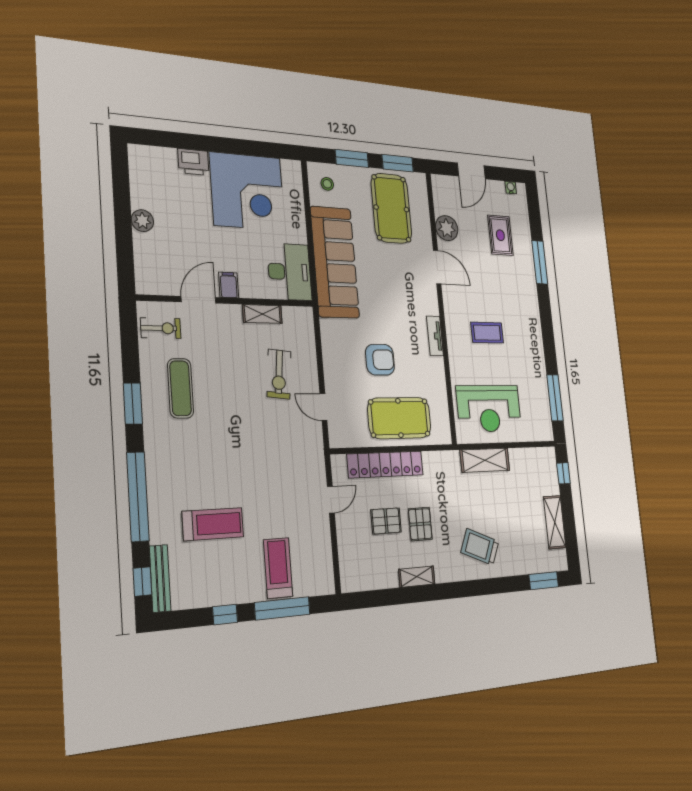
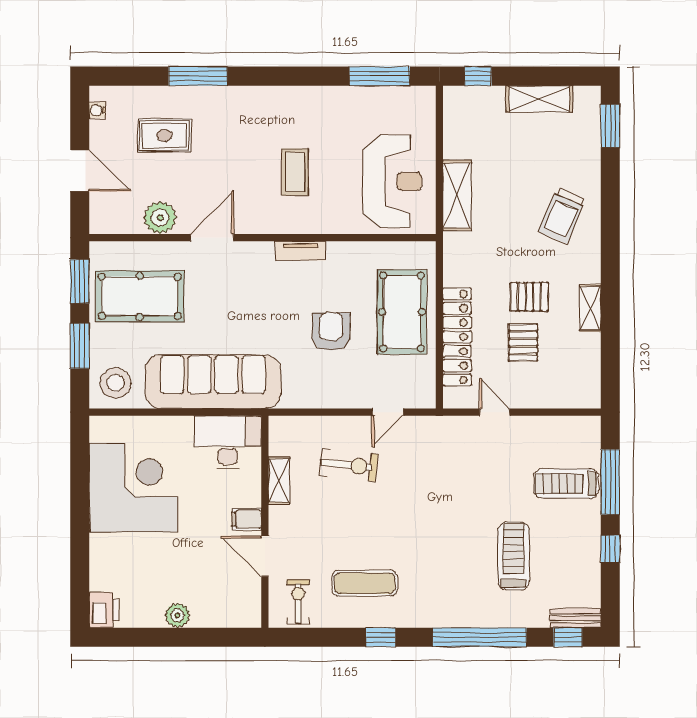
printer: (193, 162) -> (104, 610), moved
stool: (327, 184) -> (115, 383), width x1.89, depth x1.89
window: (133, 403) -> (381, 637), width x0.67
bench: (160, 578) -> (576, 618), width x0.73

